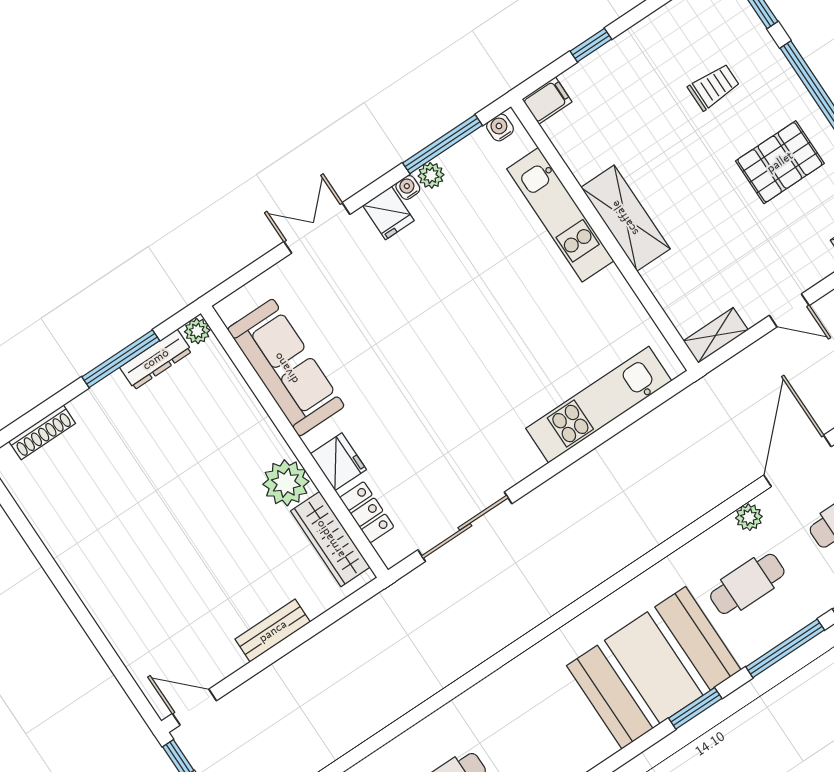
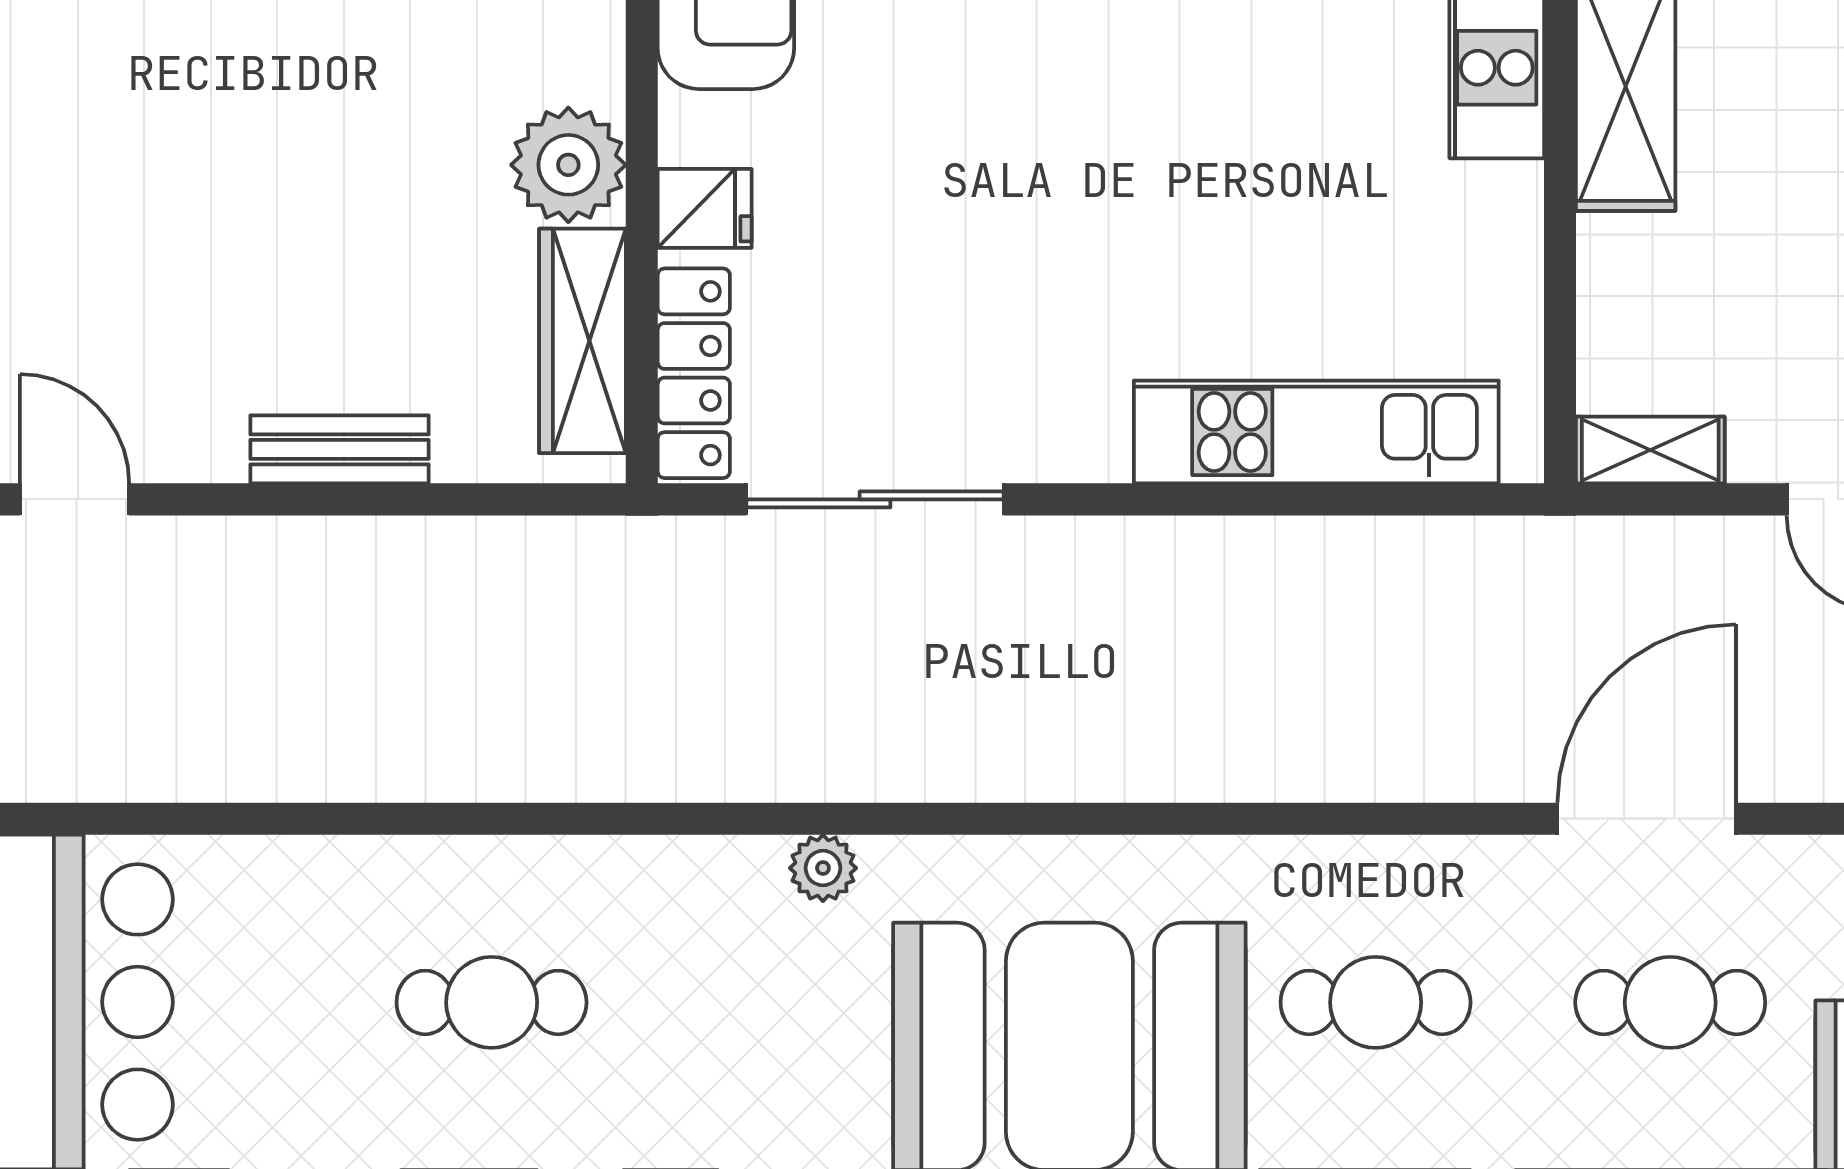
fridge: (338, 462) -> (705, 208), width x0.72
locker: (367, 512) -> (694, 373), width x1.53
plant: (749, 517) -> (823, 868), moved

